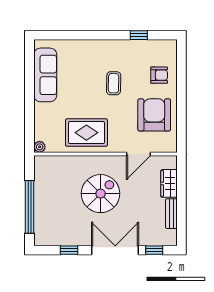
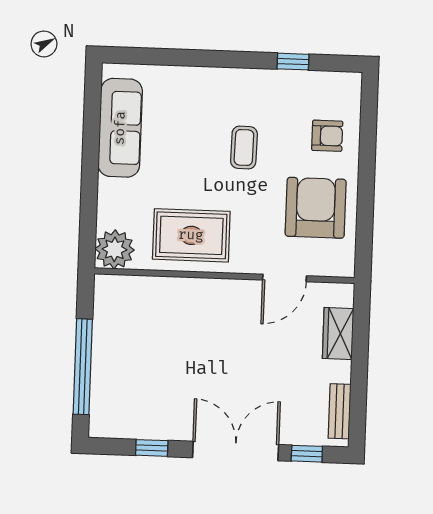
plant: (40, 147) -> (115, 249), width x1.88, depth x1.88
spiral stairs: (101, 194) -> (213, 347), removed
bench: (171, 214) -> (340, 411), moved

